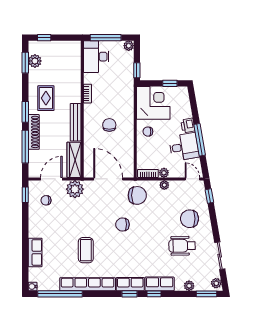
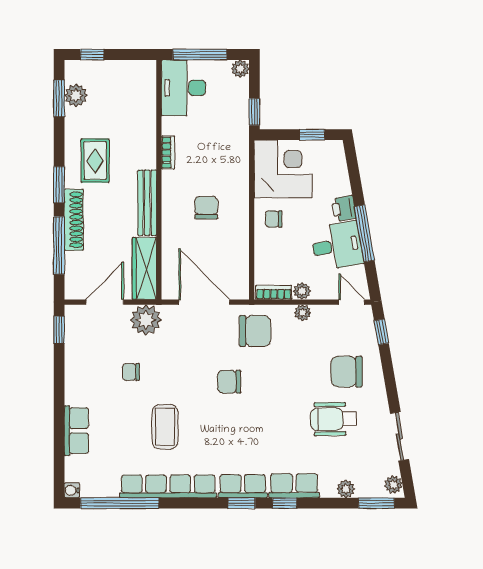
chair: (46, 200) -> (131, 372), moved

